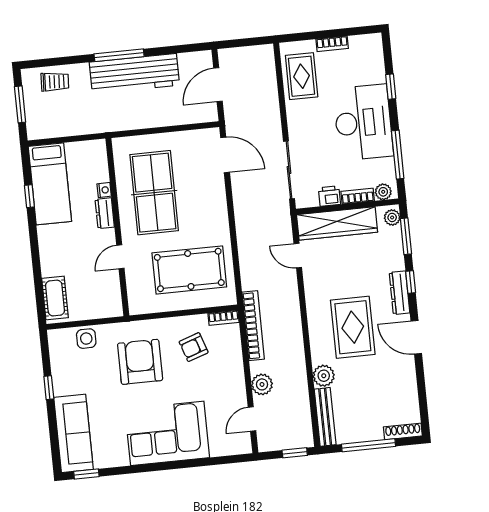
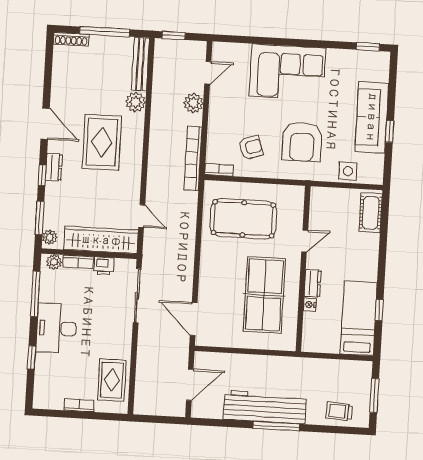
desk: (363, 122) -> (56, 328), width x0.73, depth x0.77
dresser: (399, 293) -> (54, 167), width x0.70
sofa: (73, 433) -> (372, 117), moved

